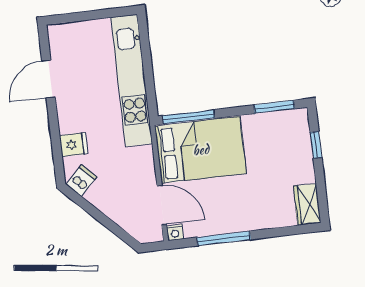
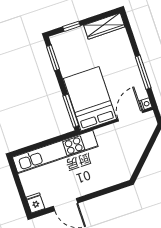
fridge: (74, 145) -> (35, 203), moved
dishwasher: (82, 181) -> (125, 170), removed
wardrobe: (307, 204) -> (104, 26), width x1.50

